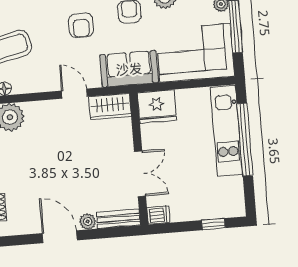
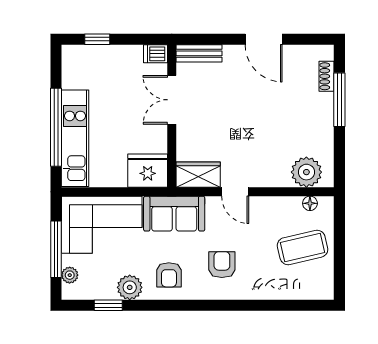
plant: (88, 221) -> (232, 53), removed

